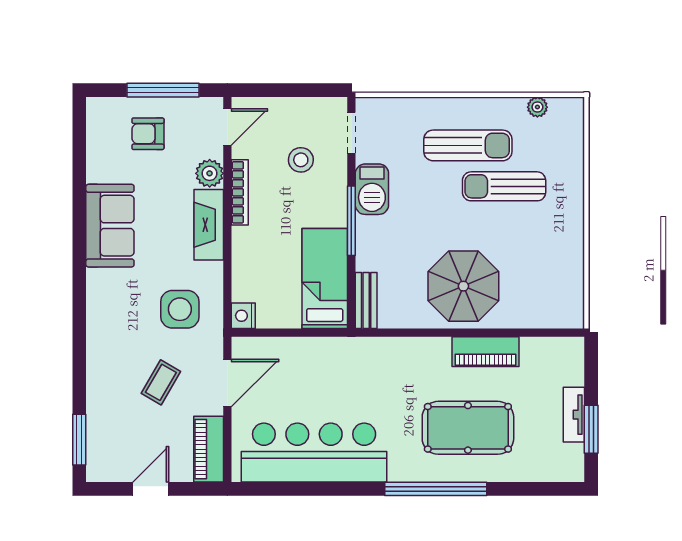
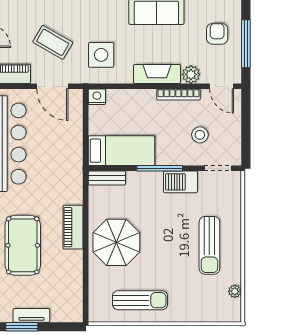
sun lounger: (504, 186) -> (140, 300), moved, turned 90
piano: (485, 352) -> (73, 227), moved
coffee table: (161, 382) -> (53, 42), width x1.36, depth x1.30

